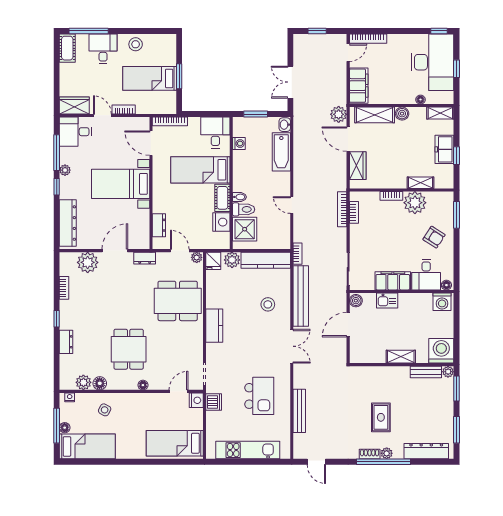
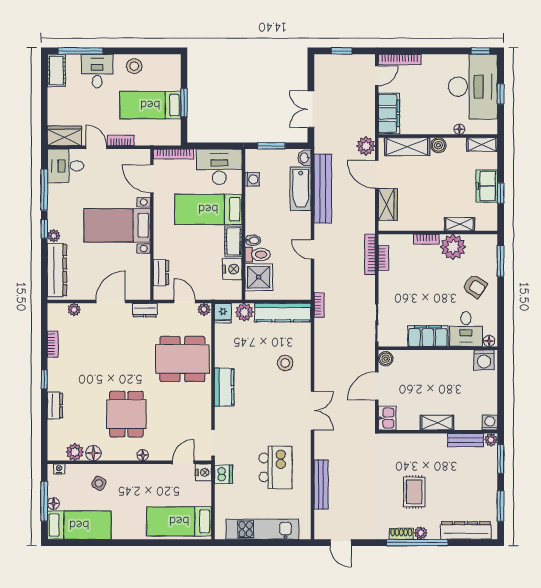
desk: (215, 132) -> (219, 167), width x1.37
plant: (65, 170) -> (54, 236), moved
plant: (88, 262) -> (74, 310), width x0.53, depth x0.53
bench: (301, 296) -> (323, 189), moved
kitchen sink: (387, 300) -> (387, 418), moved, turned -90
washing machine: (441, 351) -> (490, 423), width x0.53, depth x0.53

